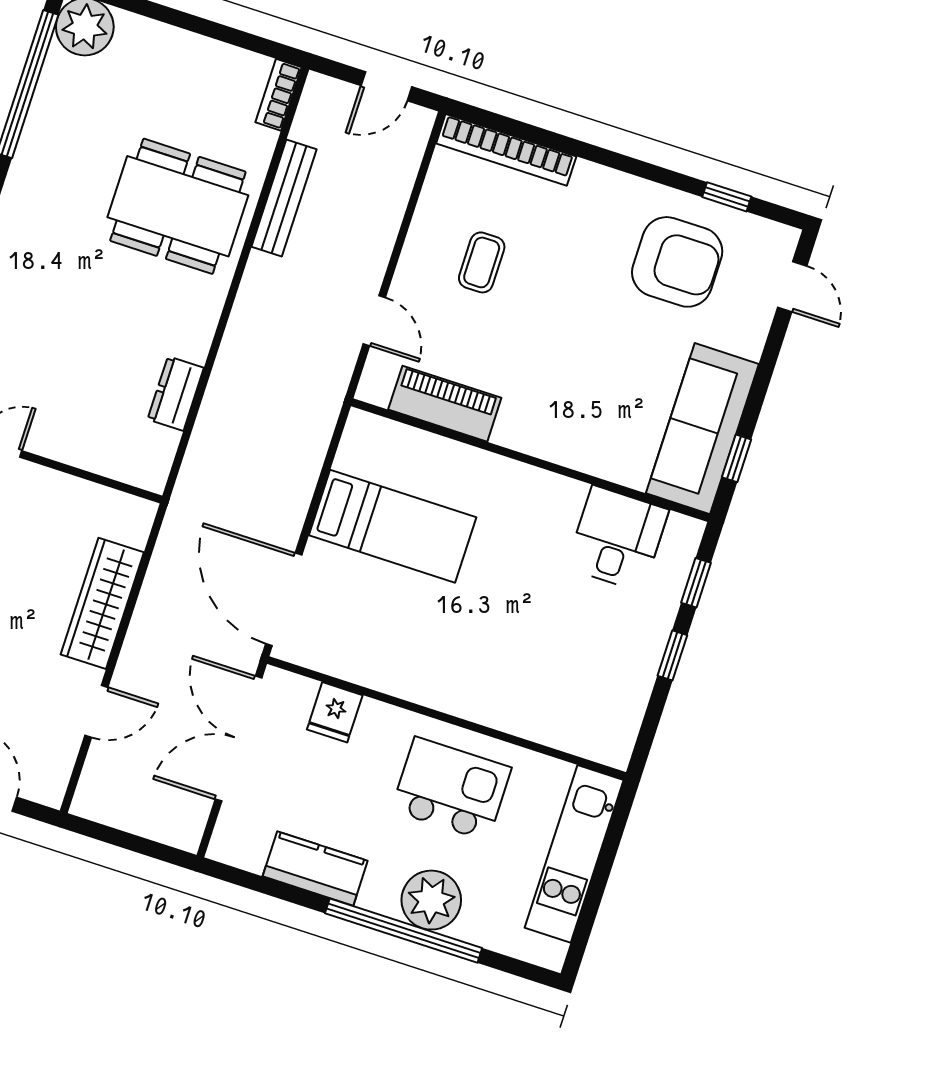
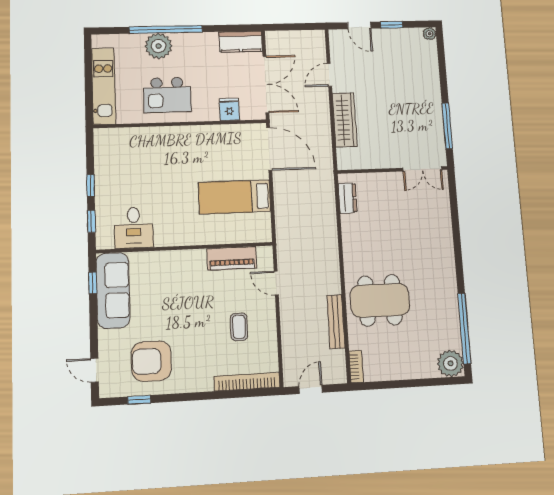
dresser: (176, 394) -> (348, 198), moved
kitchen counter: (315, 869) -> (241, 42), moved

